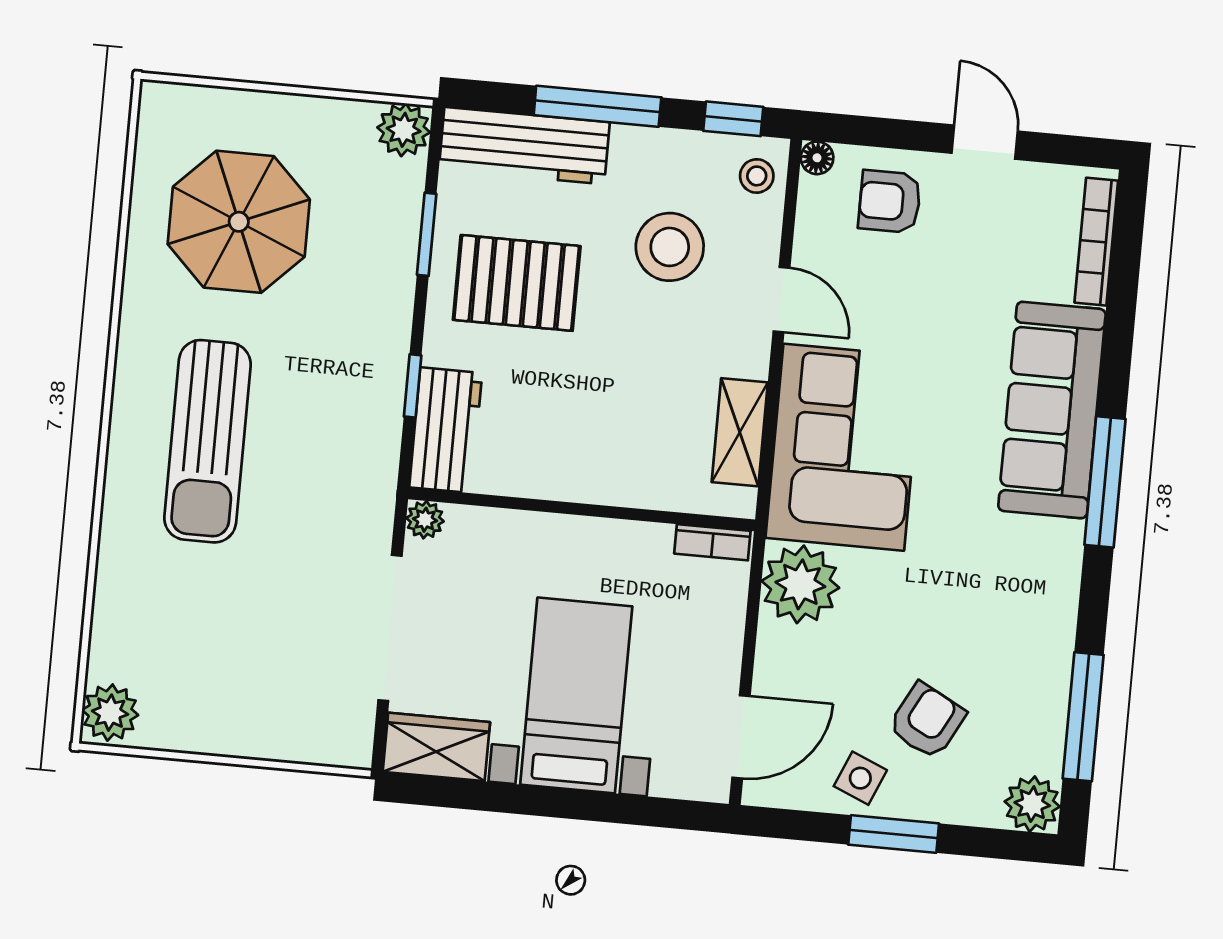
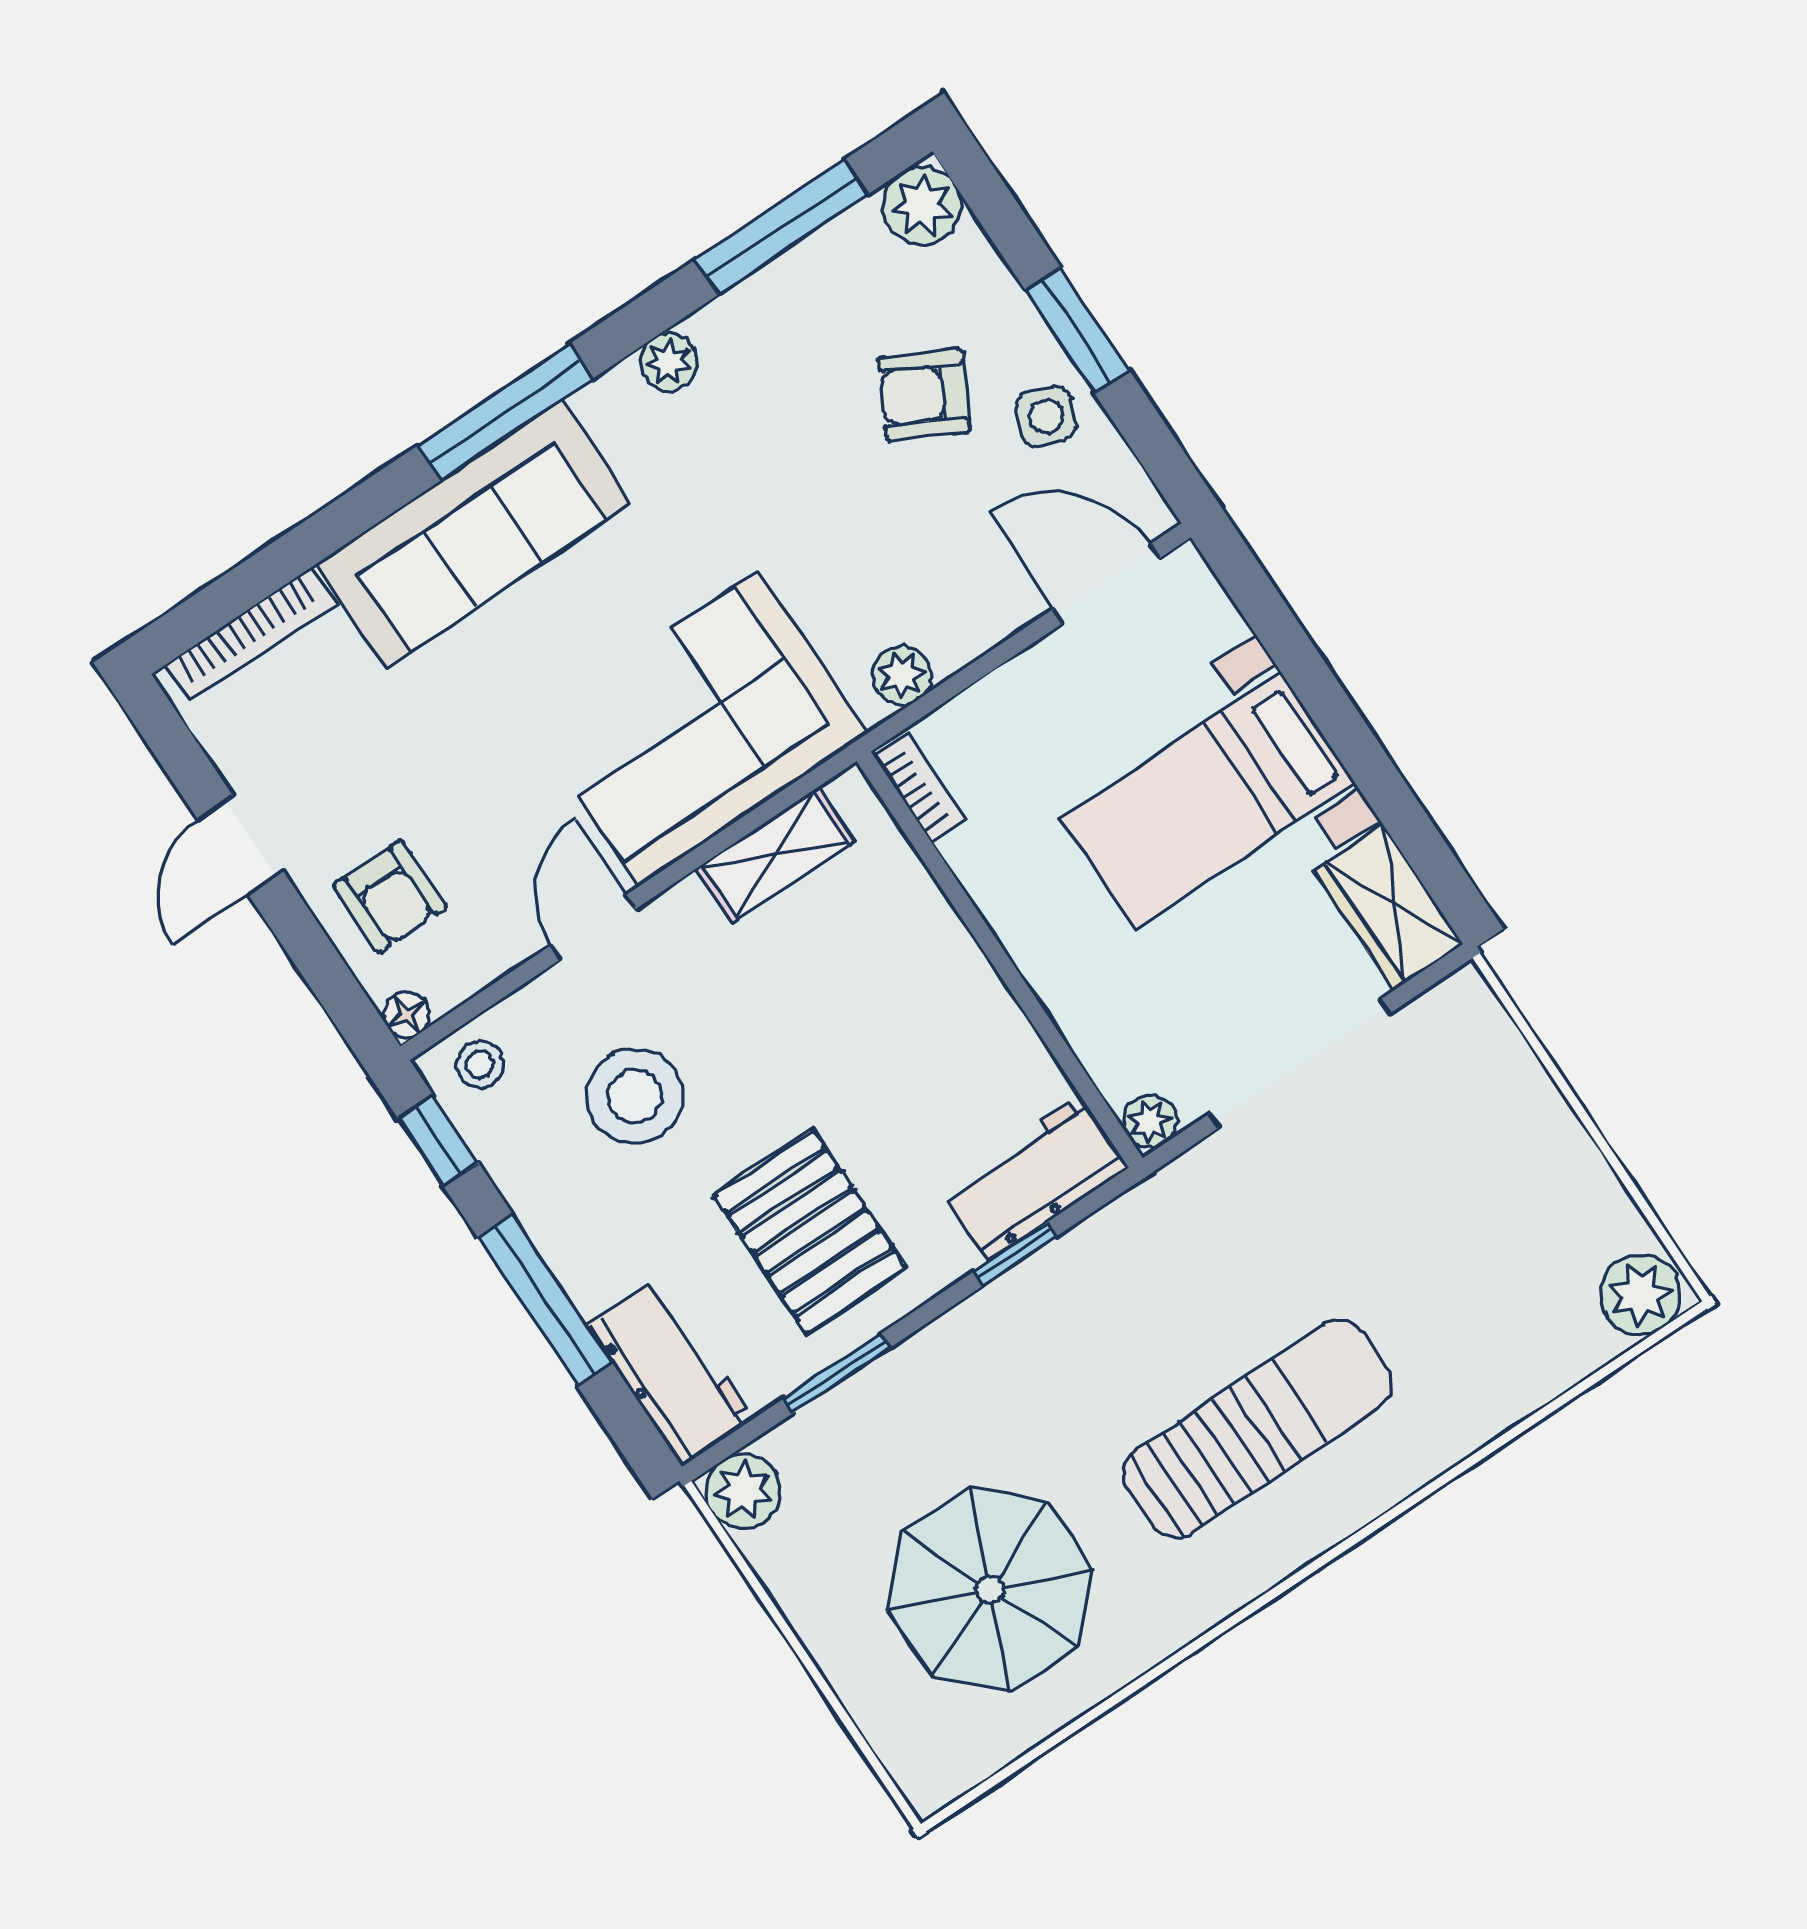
workbench: (524, 146) -> (671, 1372), width x0.73
plant: (800, 584) -> (902, 675), width x0.53, depth x0.53
plant: (1059, 595) -> (669, 362), added

